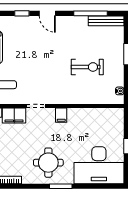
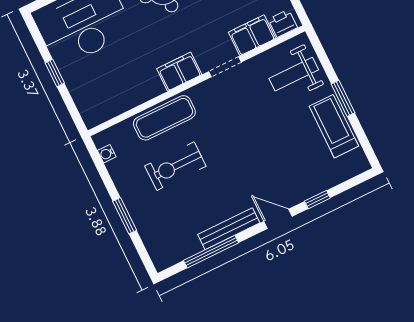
bench: (106, 21) -> (229, 229), moved
exercise mat: (81, 95) -> (164, 118), added
filing cabinet: (61, 115) -> (179, 72), width x2.00

